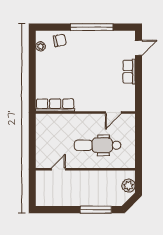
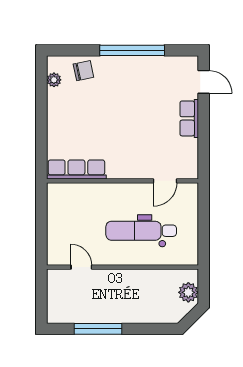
door: (139, 48) -> (204, 82), hinge flipped
door: (58, 169) -> (81, 267), hinge flipped
window: (96, 210) -> (98, 329), moved

